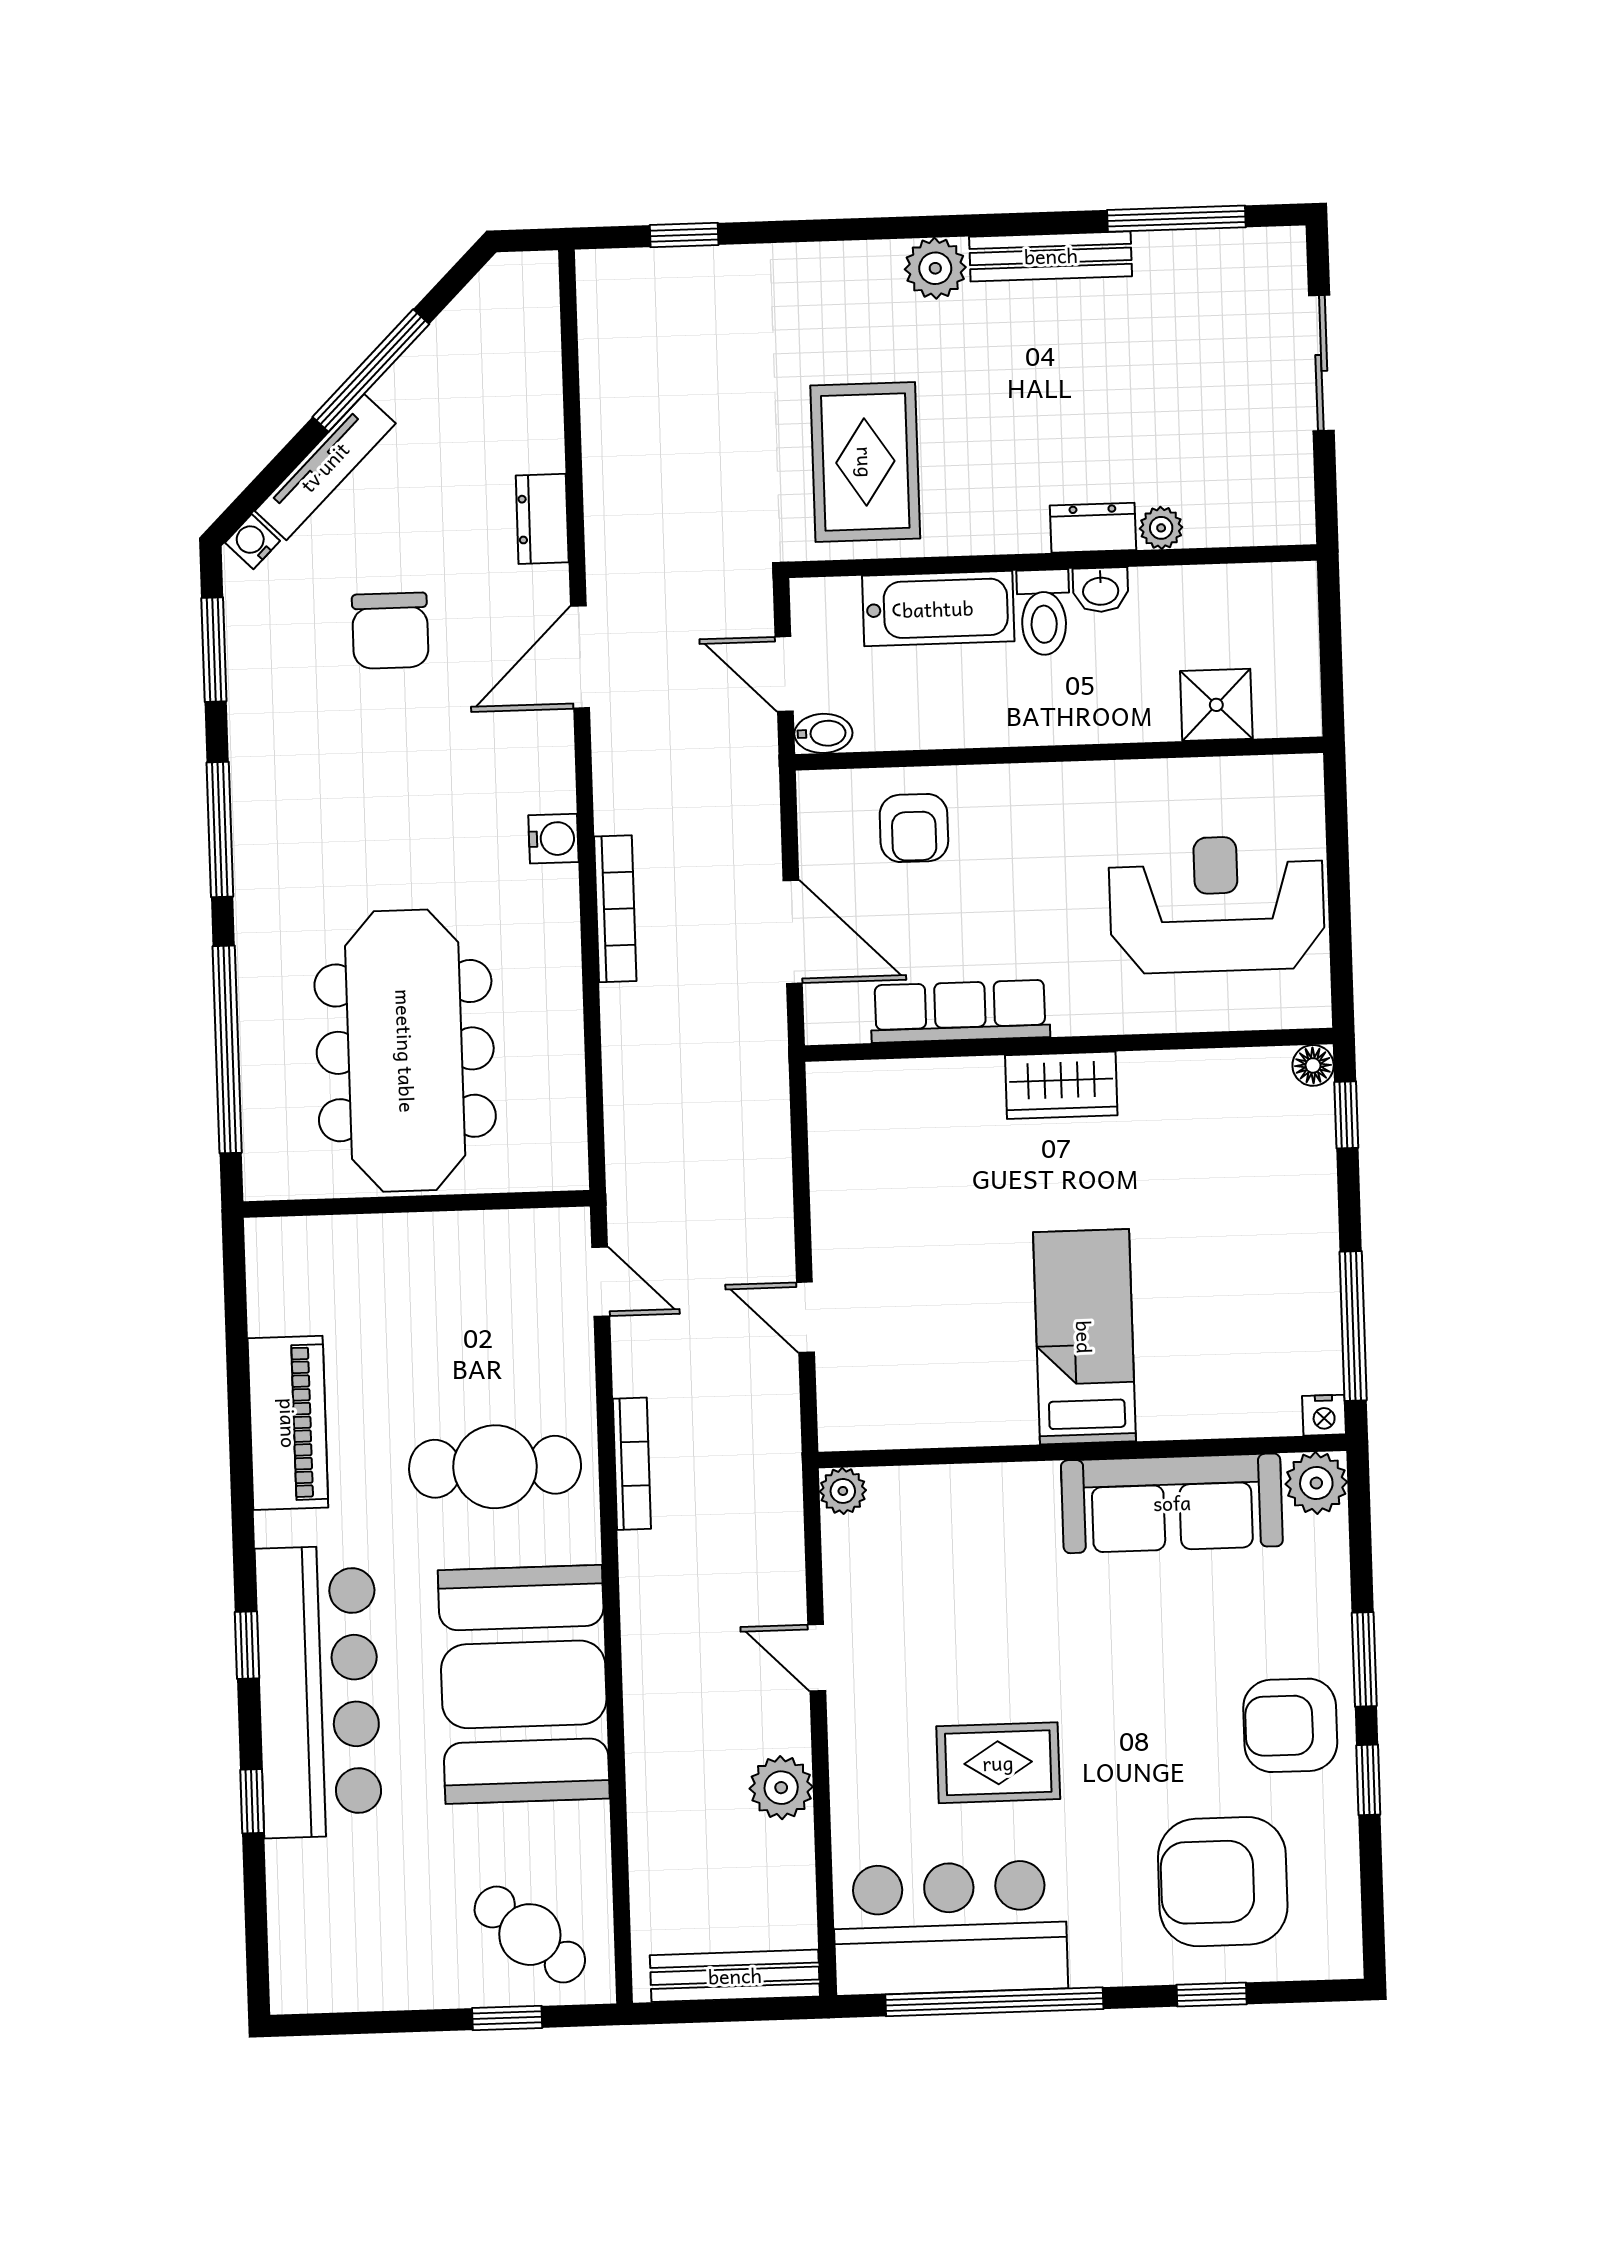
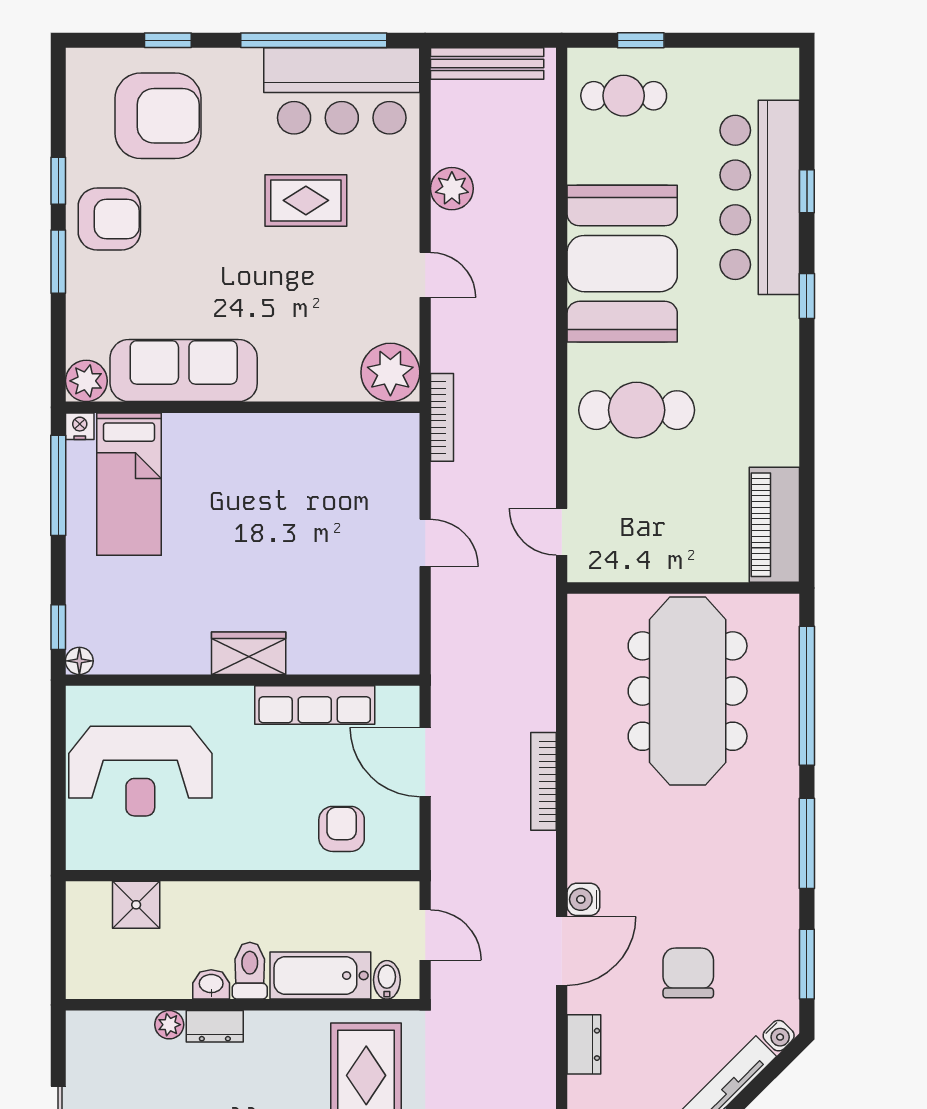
bidet: (823, 733) -> (387, 980), moved, turned 90
water cooler: (553, 839) -> (583, 899), moved
door: (805, 1317) -> (425, 543), moved
bed: (1084, 1337) -> (129, 484), moved
piano: (288, 1423) -> (774, 525), moved
bookcase: (632, 1464) -> (442, 417), moved, turned 180
plant: (843, 1491) -> (390, 372), width x1.88, depth x1.88
bar counter: (319, 1692) -> (760, 197), moved
cafe table: (530, 1935) -> (624, 96), turned -40

